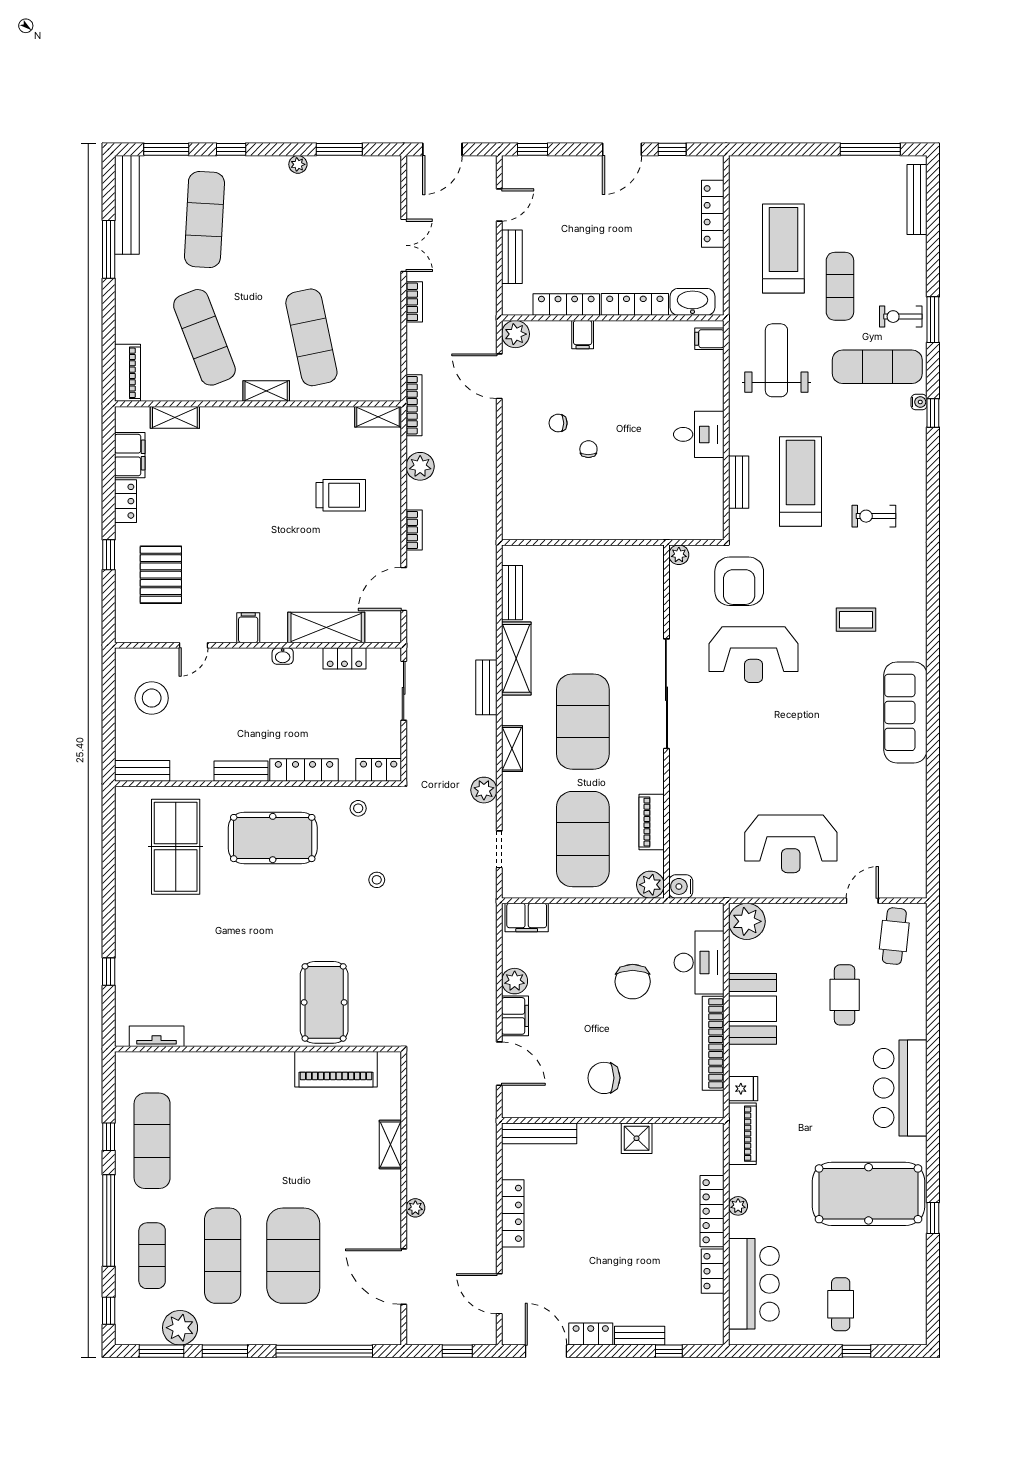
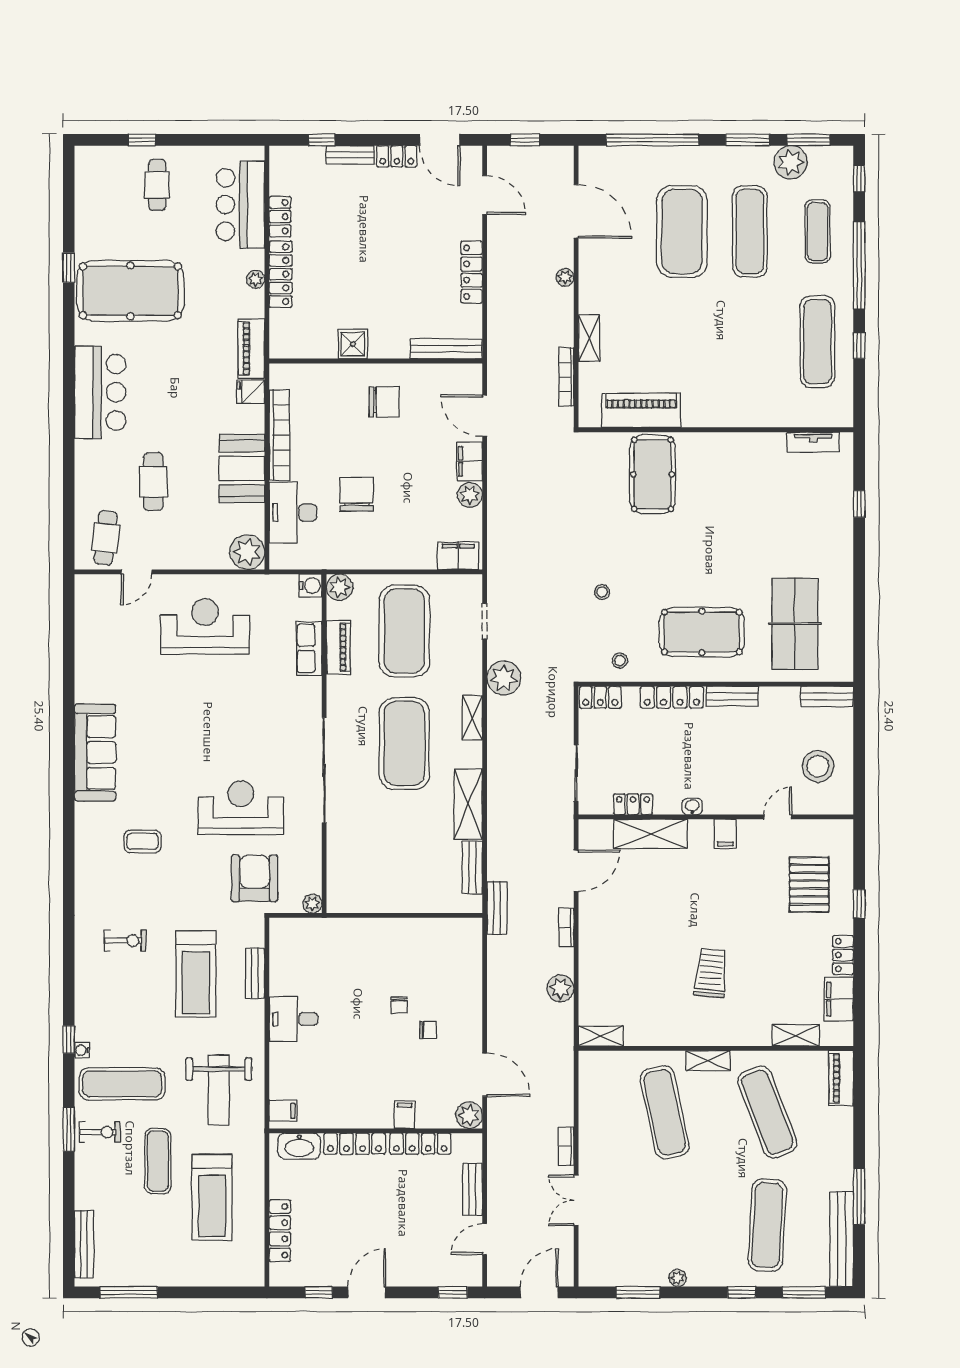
bookcase: (414, 405) -> (566, 377), moved
trolley: (341, 495) -> (711, 973), moved, turned 95
bench: (486, 687) -> (497, 908), moved
plant: (484, 790) -> (504, 678), width x1.36, depth x1.36
row of seats: (682, 821) -> (309, 648), added

